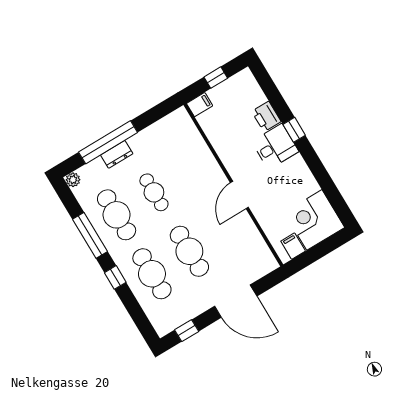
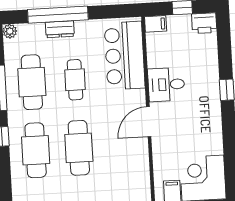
printer: (266, 117) -> (204, 23), moved, turned -90
bar counter: (187, 147) -> (125, 56), added
desk: (275, 147) -> (166, 85), moved, turned 180

